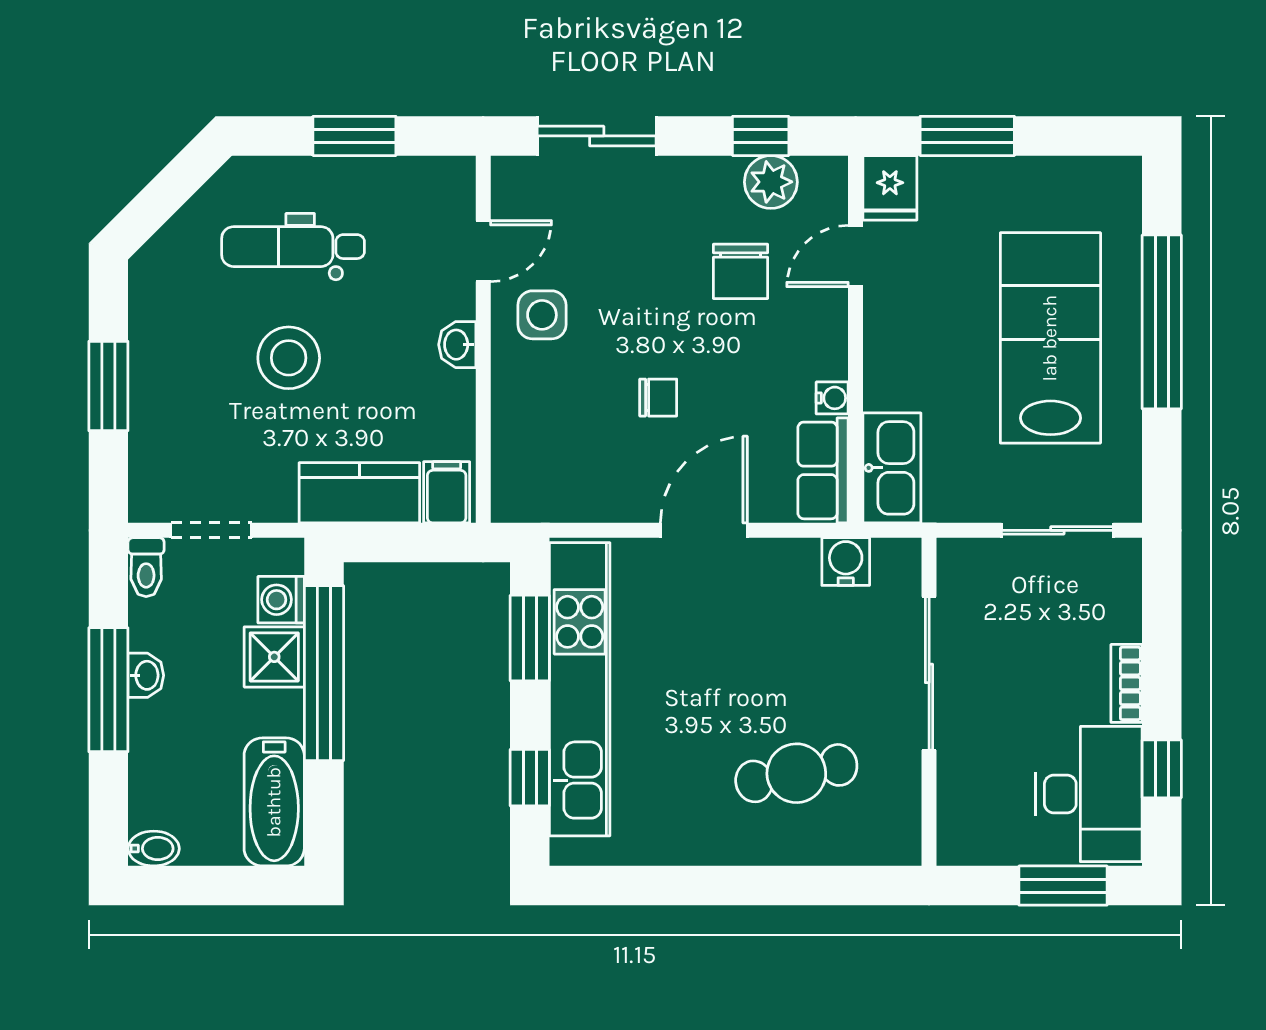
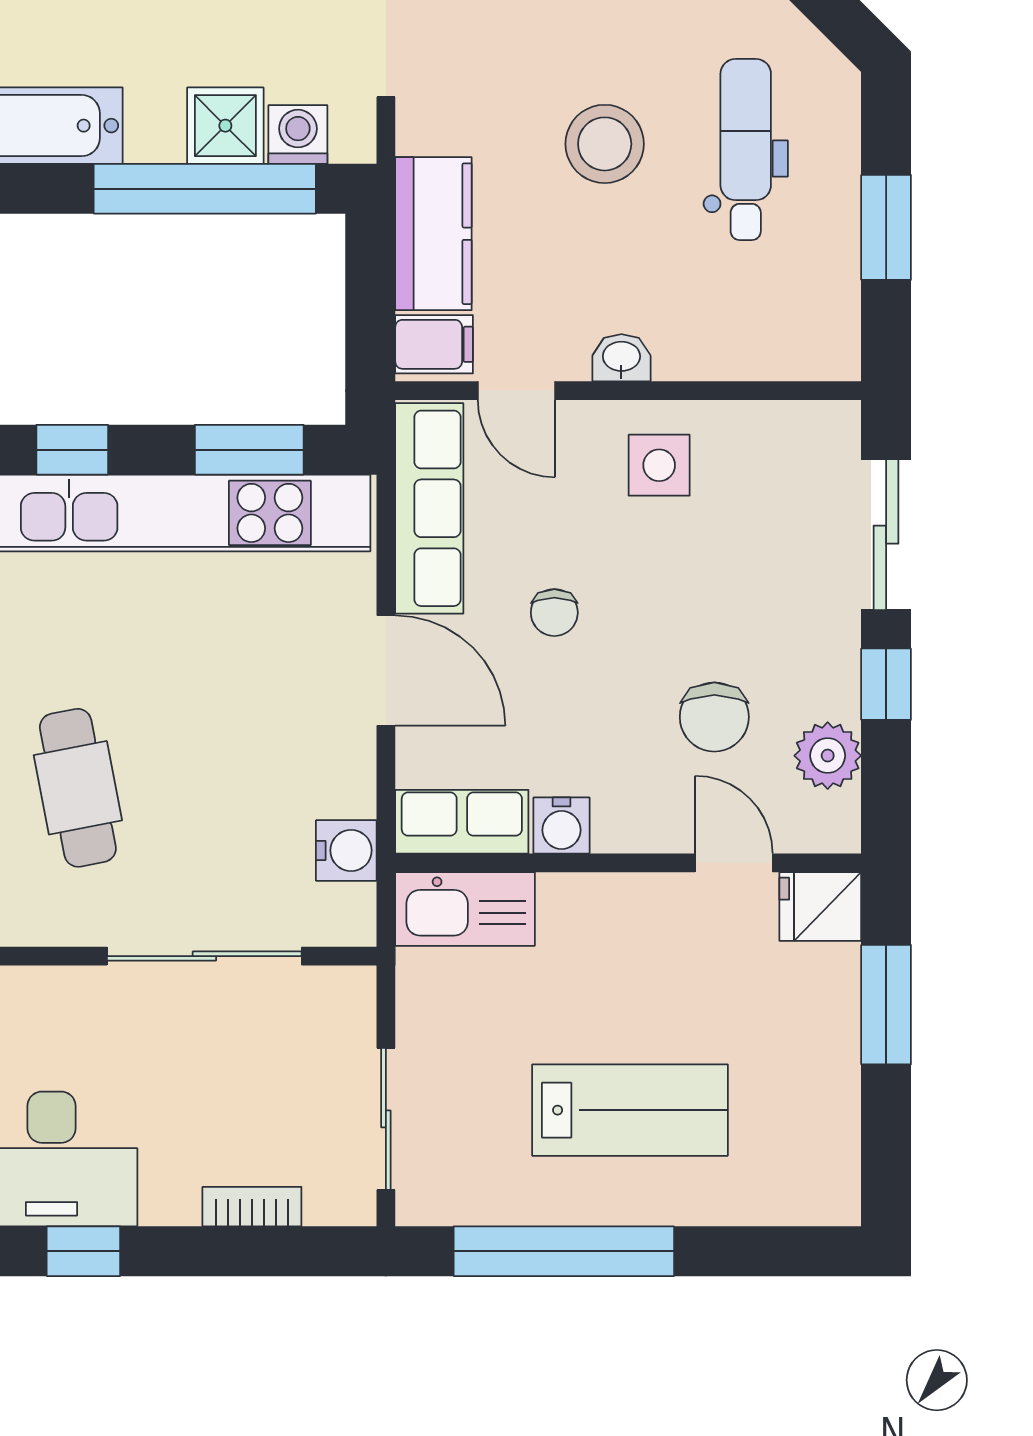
window: (761, 136) -> (886, 684), moved
door: (483, 251) -> (516, 391), moved
chair: (740, 271) -> (714, 717), turned -90
window: (1162, 322) -> (564, 1251), moved
lab bench: (1050, 338) -> (630, 1110), width x0.73, depth x0.72
water cooler: (832, 398) -> (561, 826), width x1.38, depth x1.38
row of seats: (576, 496) -> (429, 508), added
bookcase: (1127, 683) -> (252, 1207), moved

